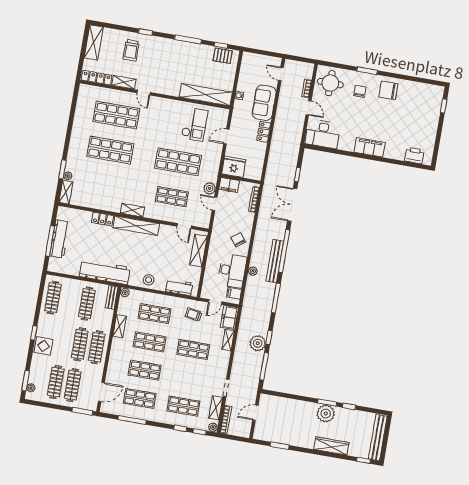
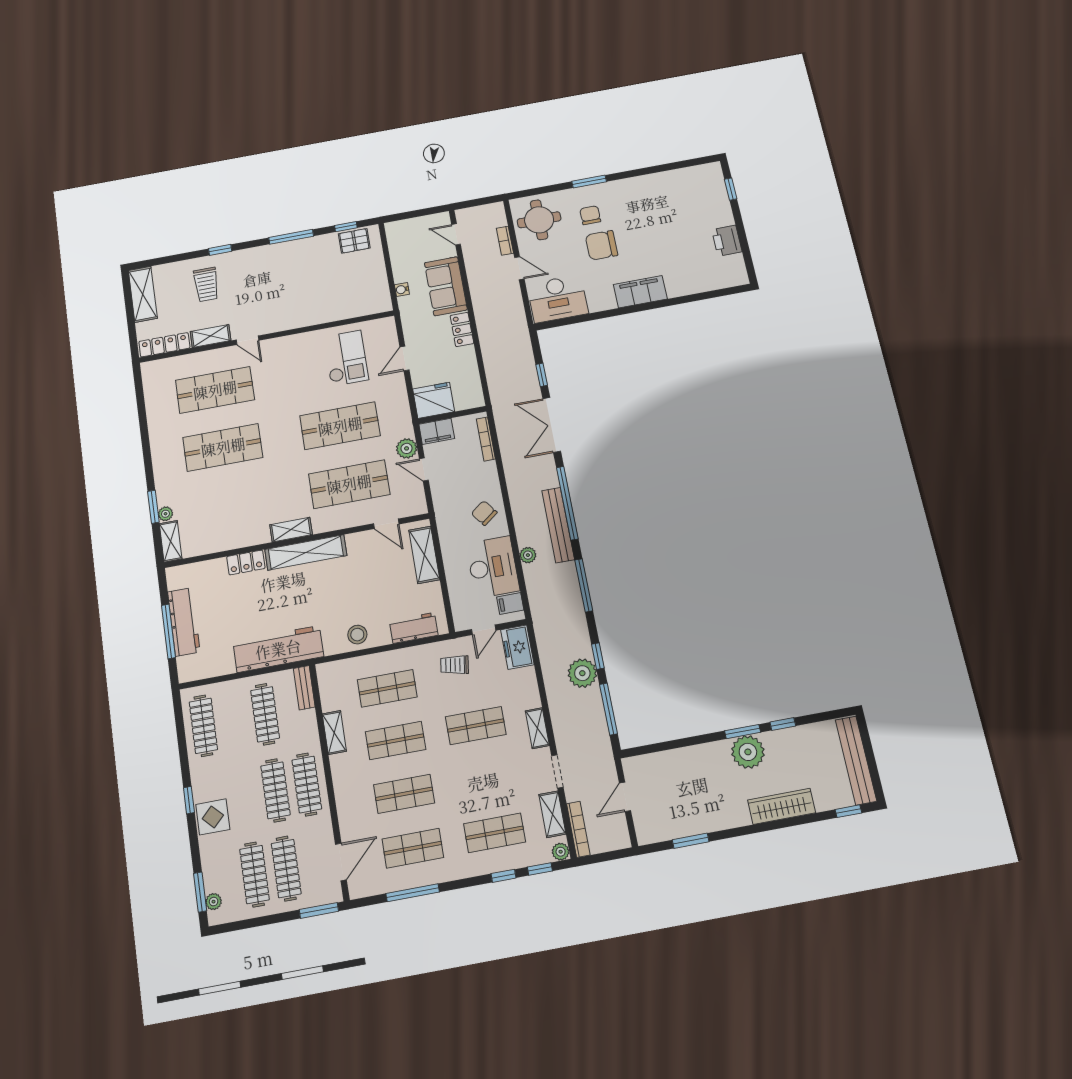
chair: (388, 90) -> (602, 245), moved
shelving: (206, 95) -> (348, 307), removed
printer: (414, 155) -> (727, 241), moved, turned -90
shop shelf: (172, 197) -> (349, 484), width x1.43, depth x1.36
plant: (125, 292) -> (324, 671), removed
shelving: (228, 340) -> (537, 728), moved

